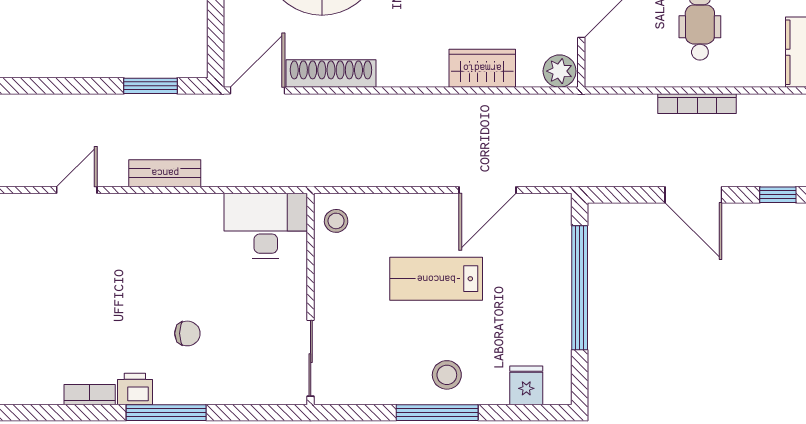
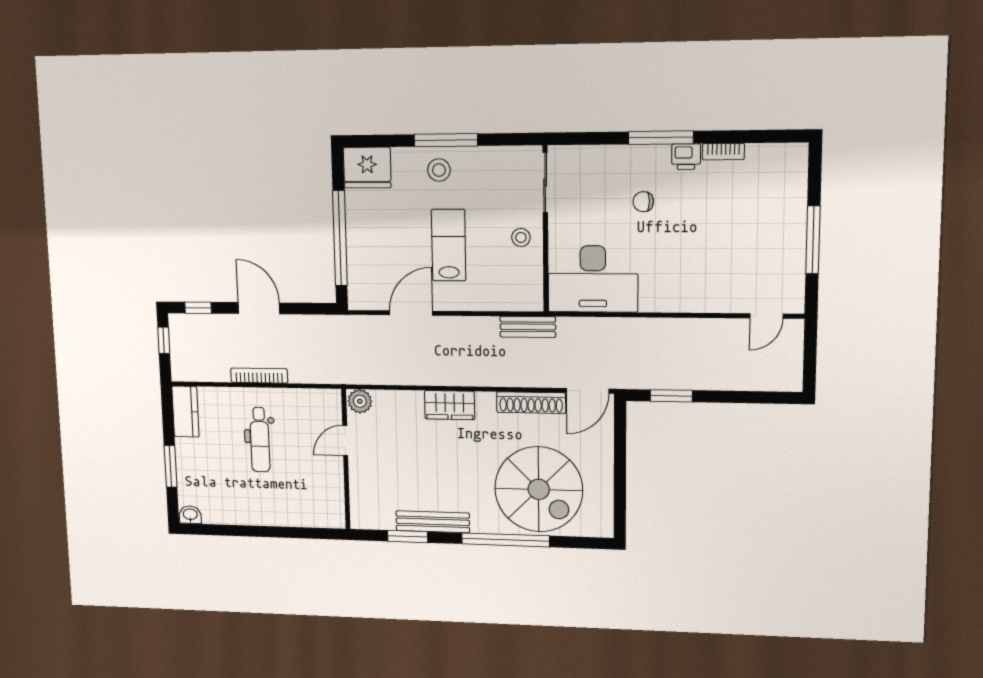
wardrobe: (482, 68) -> (450, 405), moved
bench: (165, 173) -> (528, 327), moved
door: (77, 190) -> (766, 316), moved
stool: (336, 221) -> (521, 237), moved
desk: (266, 226) -> (593, 279), width x1.36, depth x1.30
lab bench: (436, 279) -> (449, 245), turned -90
fridge: (526, 385) -> (367, 168), width x1.88, depth x1.34

